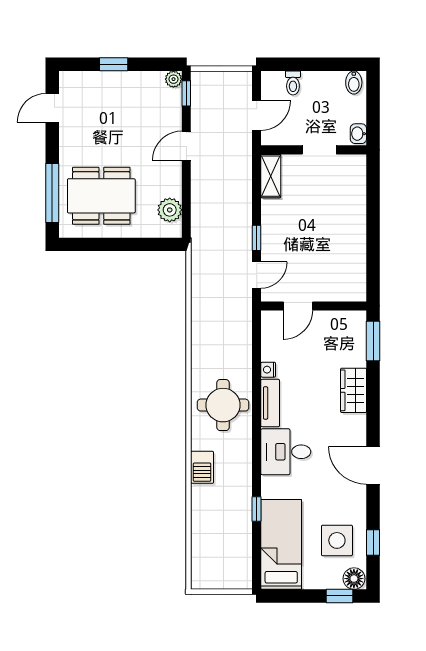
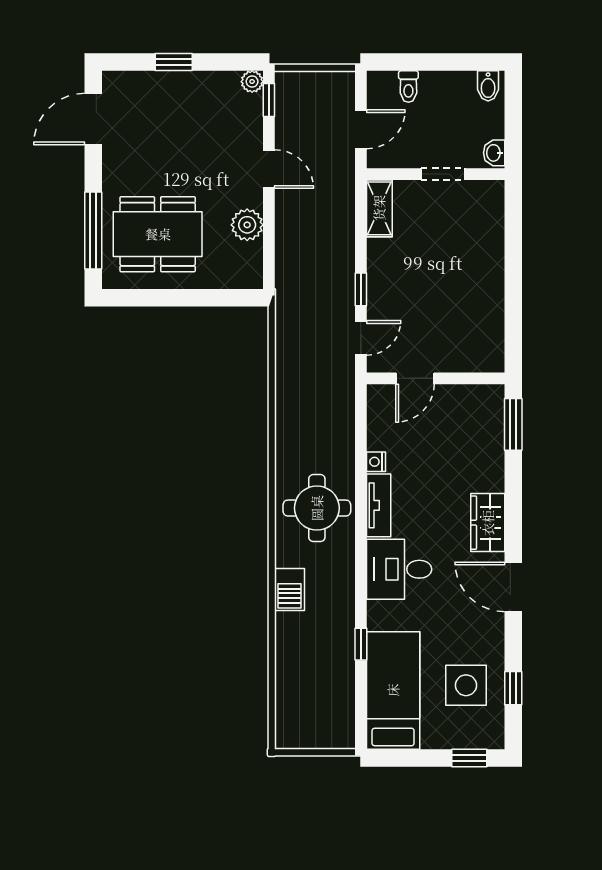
door: (52, 108) -> (93, 119), width x1.38
door: (186, 146) -> (269, 169), swing flipped
plant: (170, 210) -> (247, 225), moved
wardrobe: (354, 390) -> (488, 523), moved
floor lamp: (354, 579) -> (488, 735), removed

